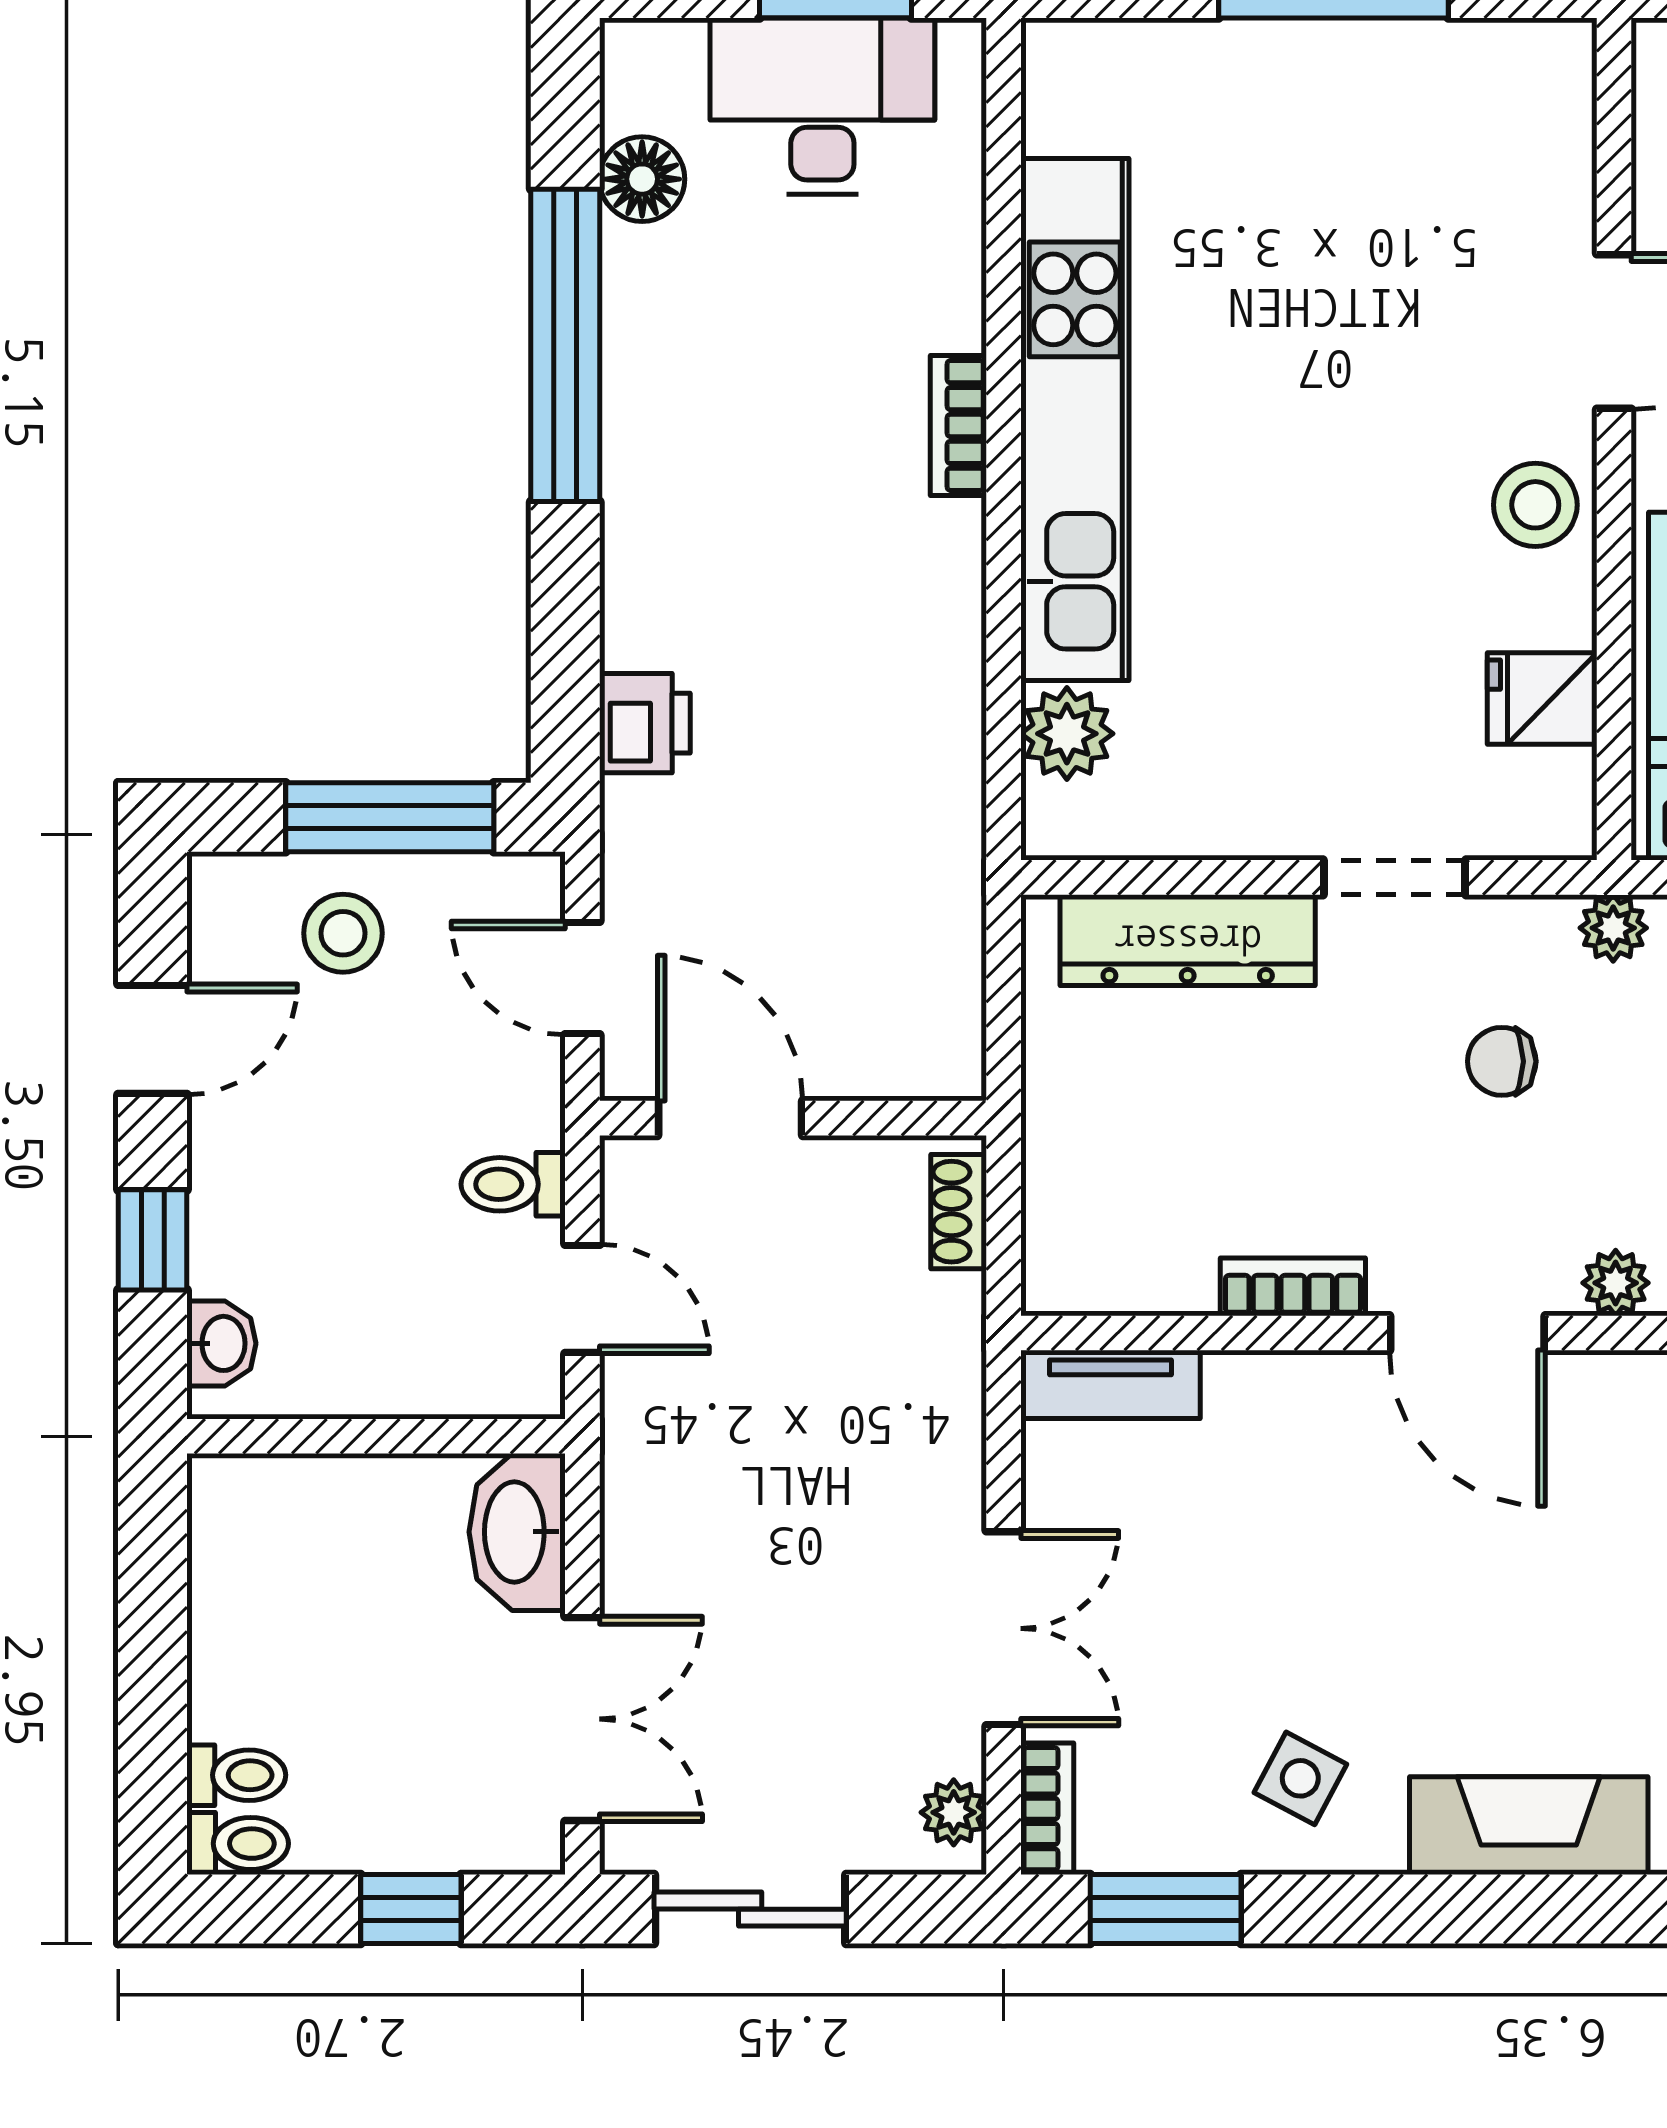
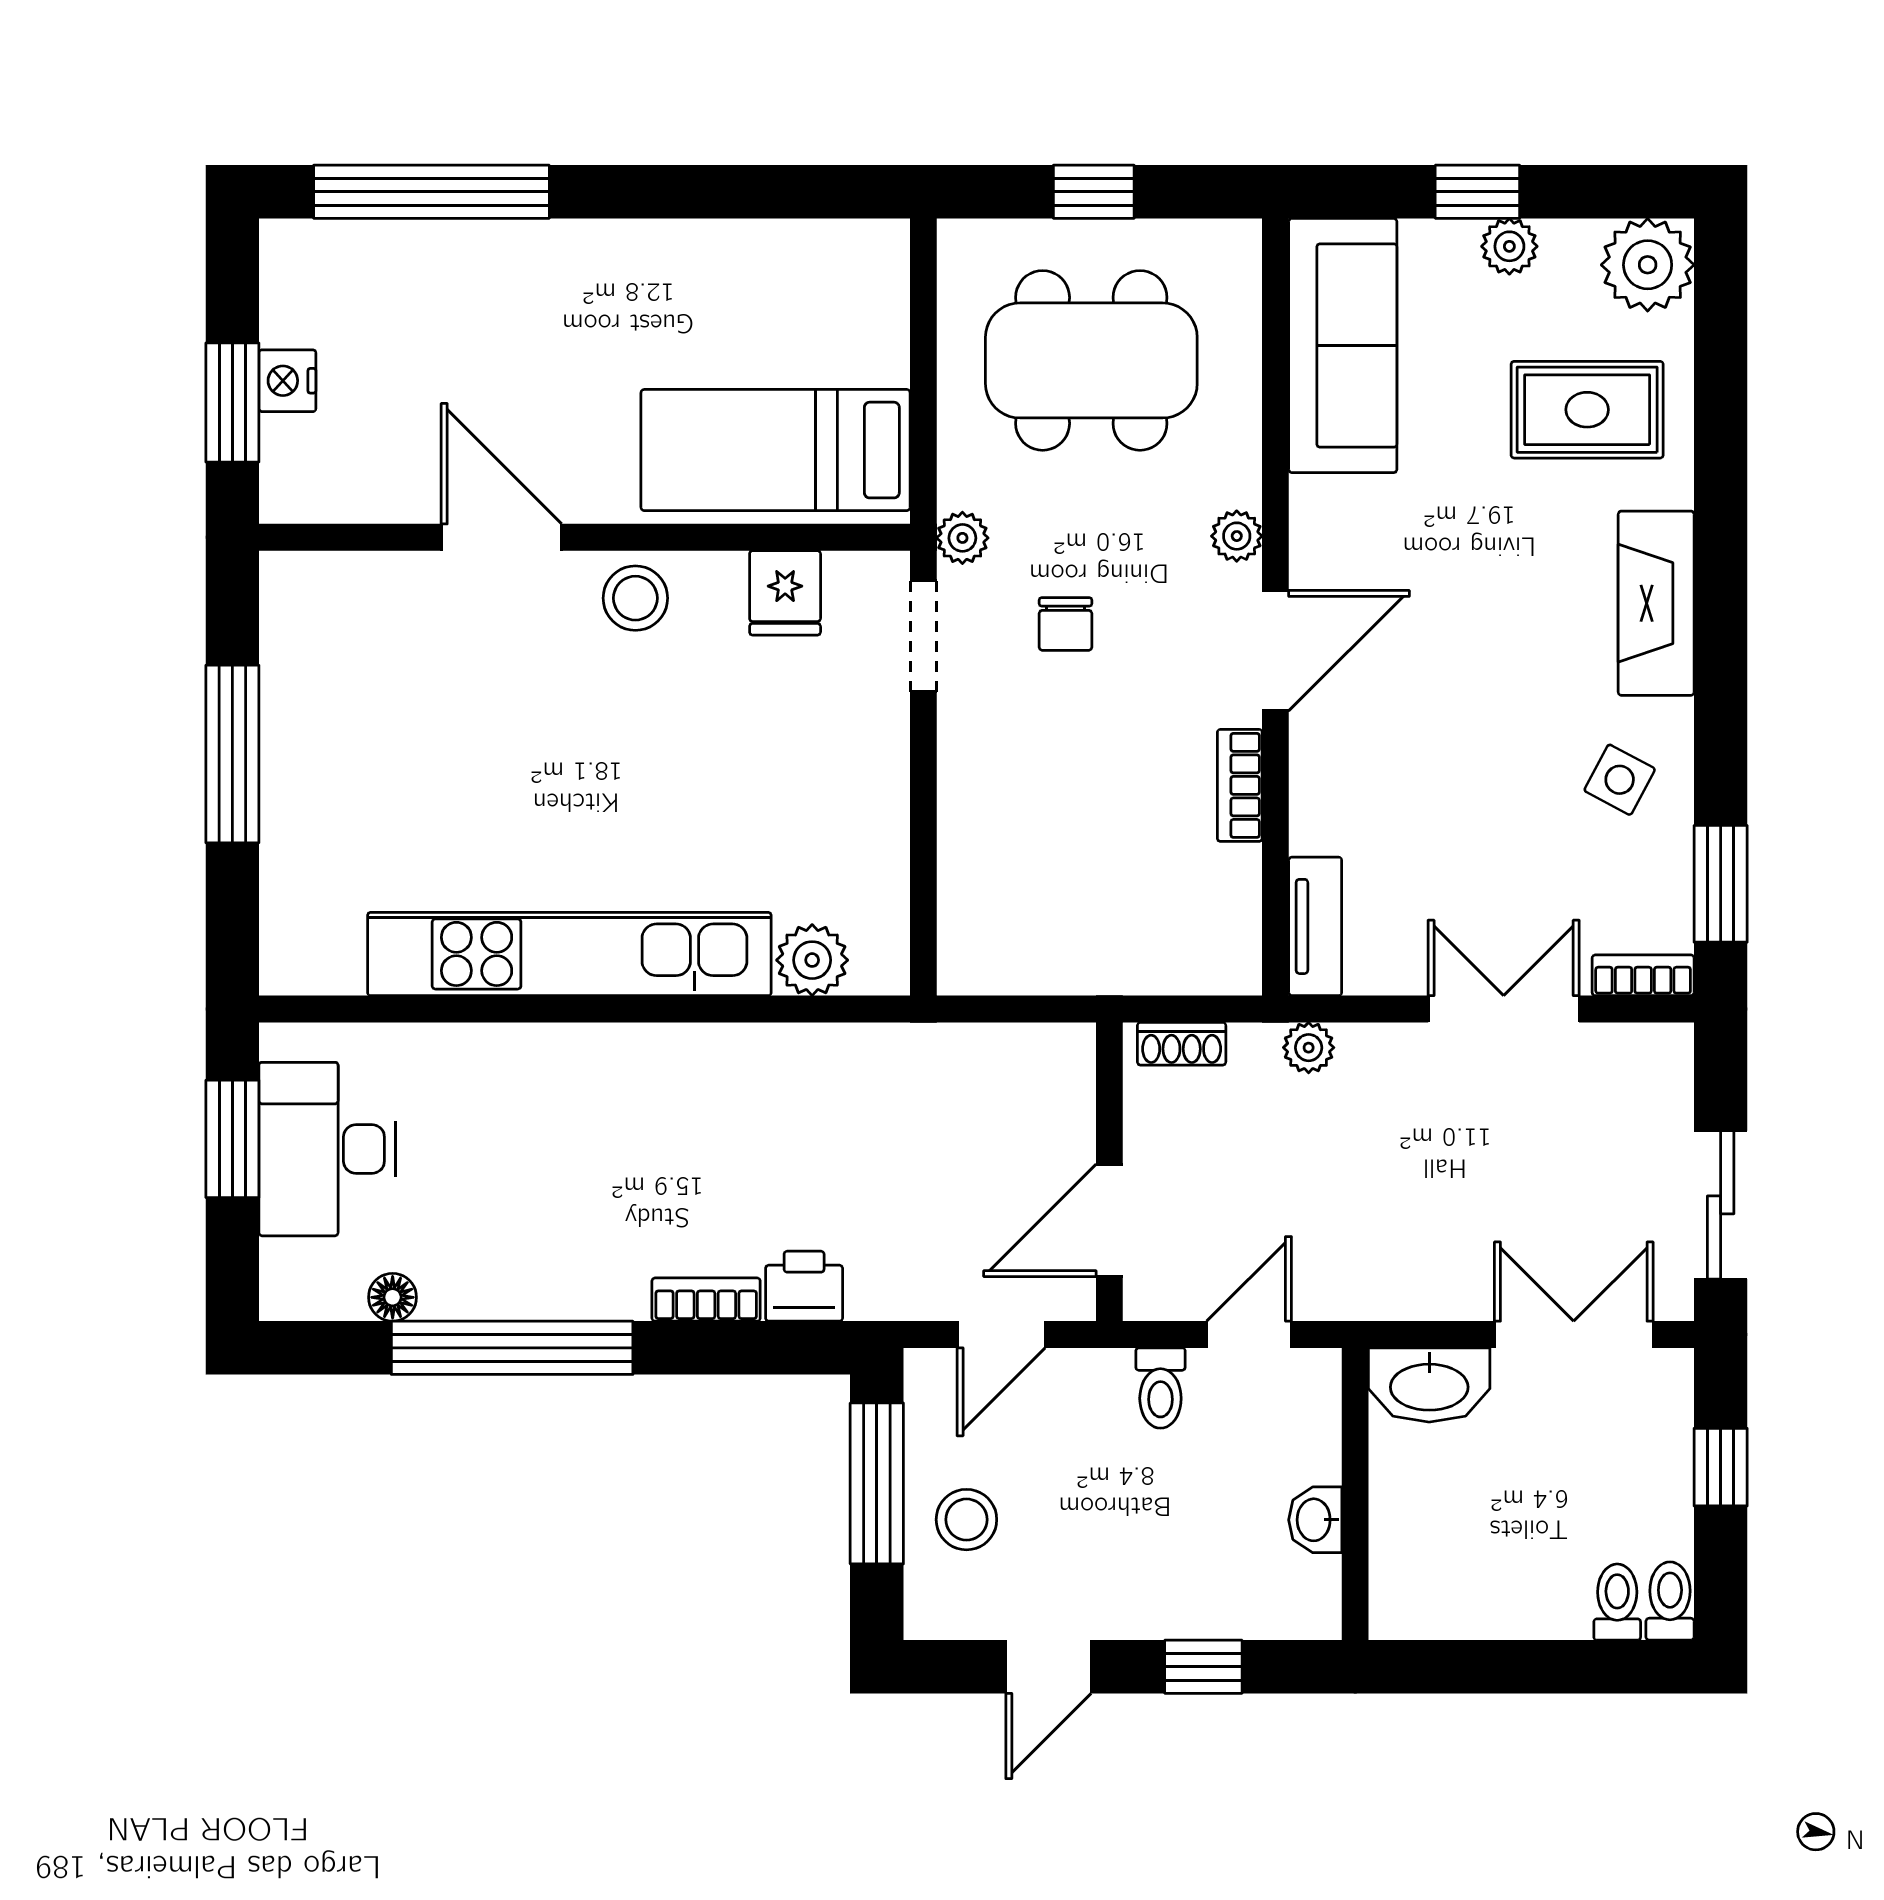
floor lamp: (642, 179) -> (393, 1297), width x0.73, depth x0.73
bookcase: (958, 425) -> (706, 1300), moved, turned 180
doorway: (1395, 877) -> (923, 636), moved
dresser: (1188, 940) -> (972, 867), removed
door: (153, 1039) -> (1049, 1667), swing flipped
washbasin: (221, 1343) -> (1315, 1520), moved, turned -90
plant: (954, 1812) -> (1309, 1048), moved

